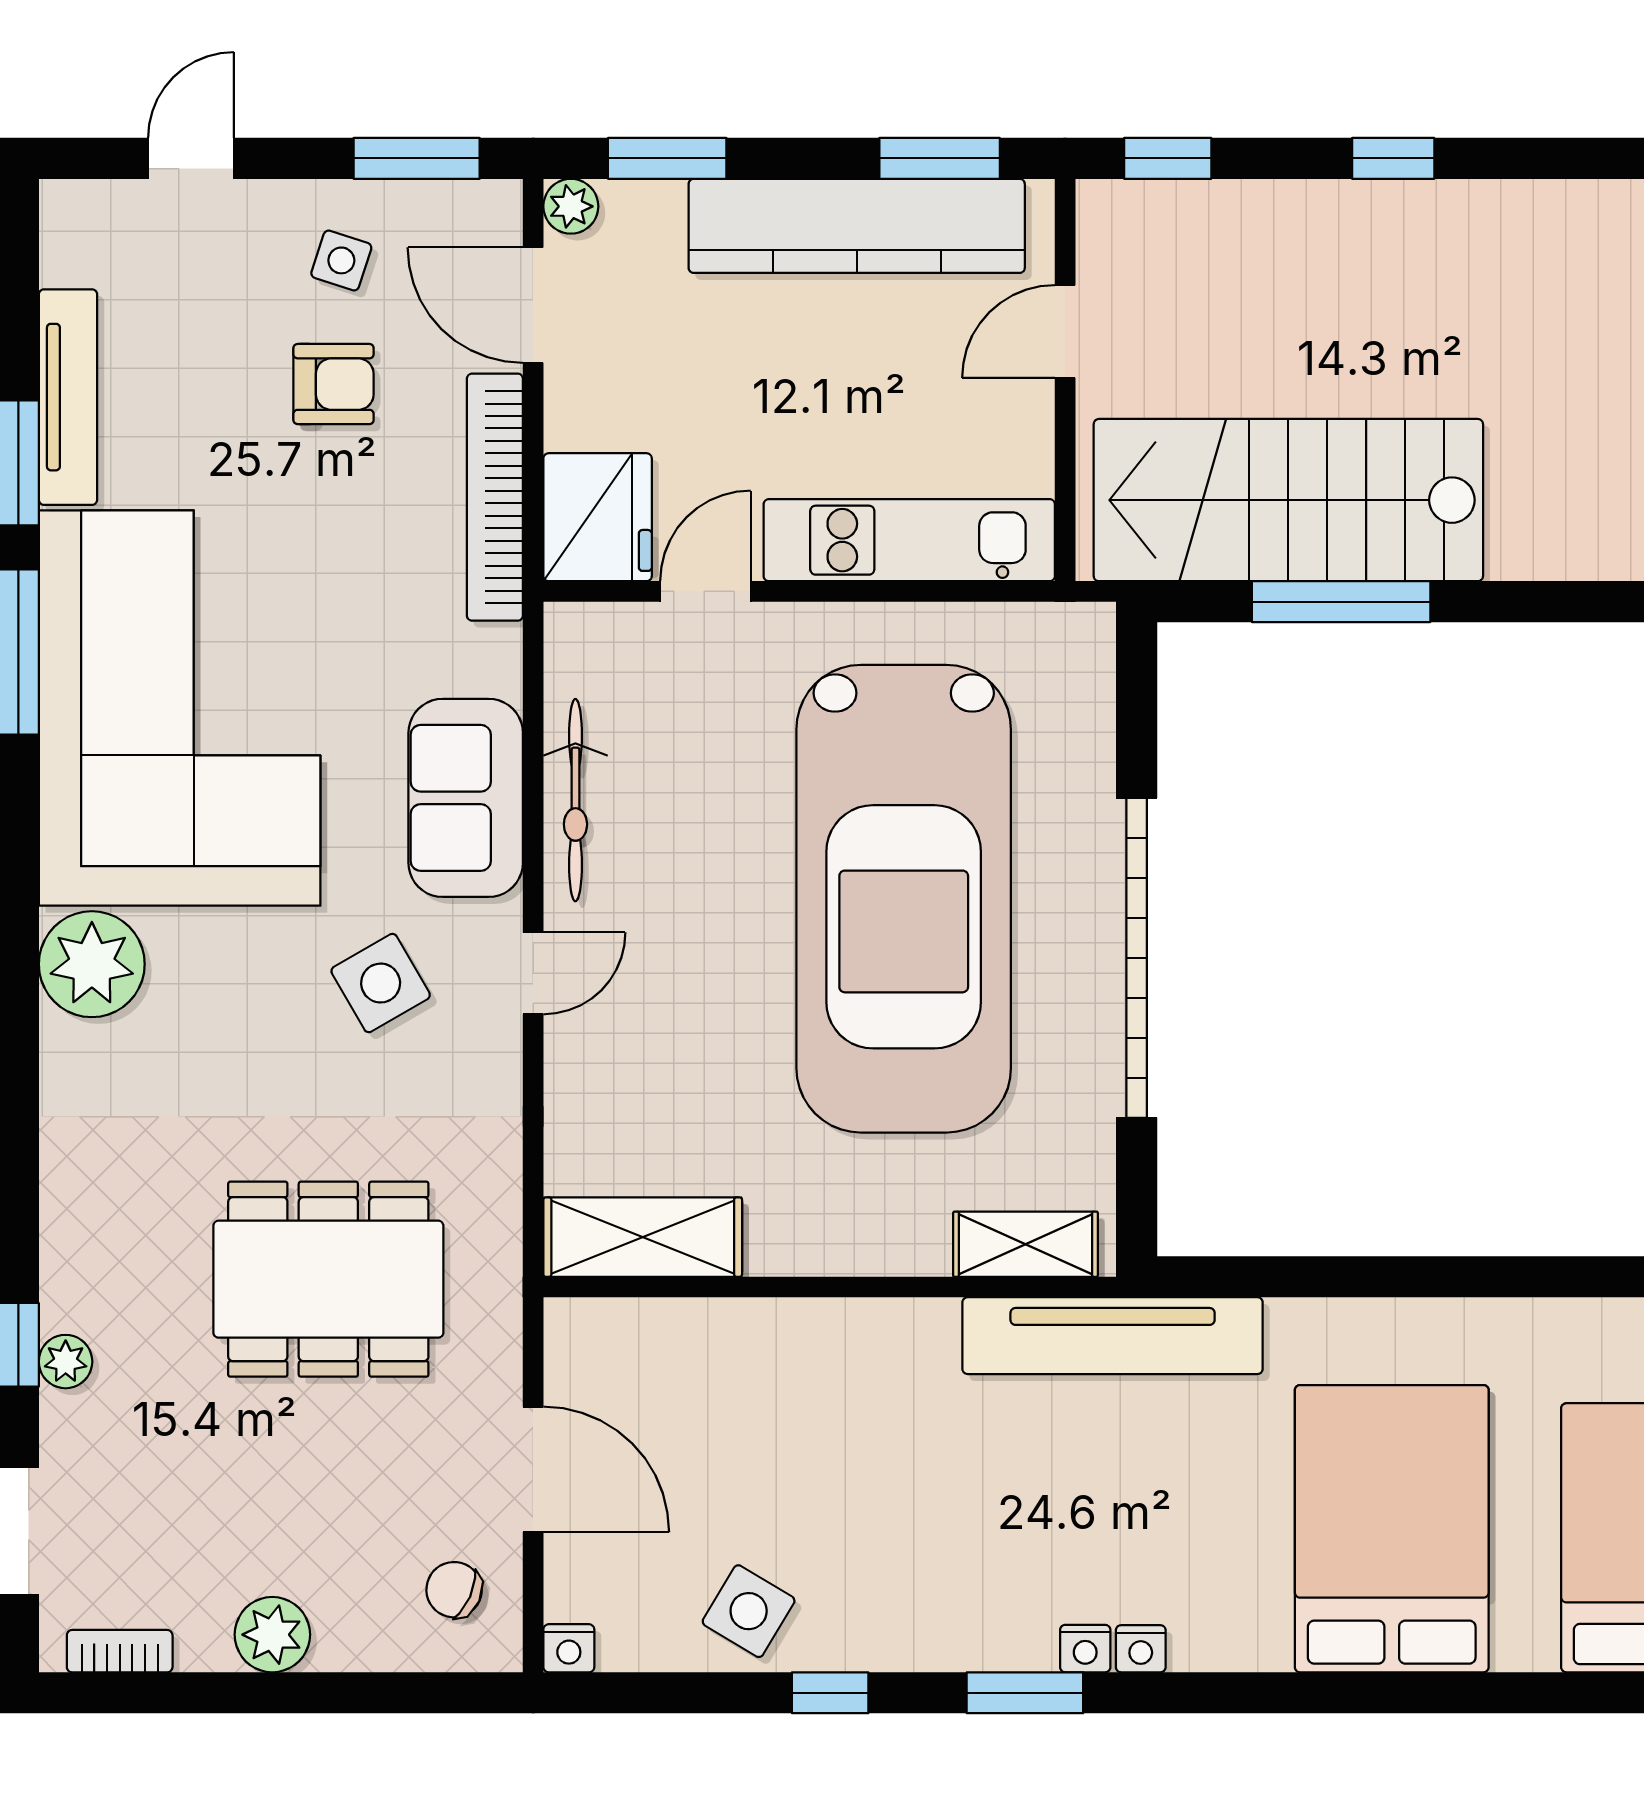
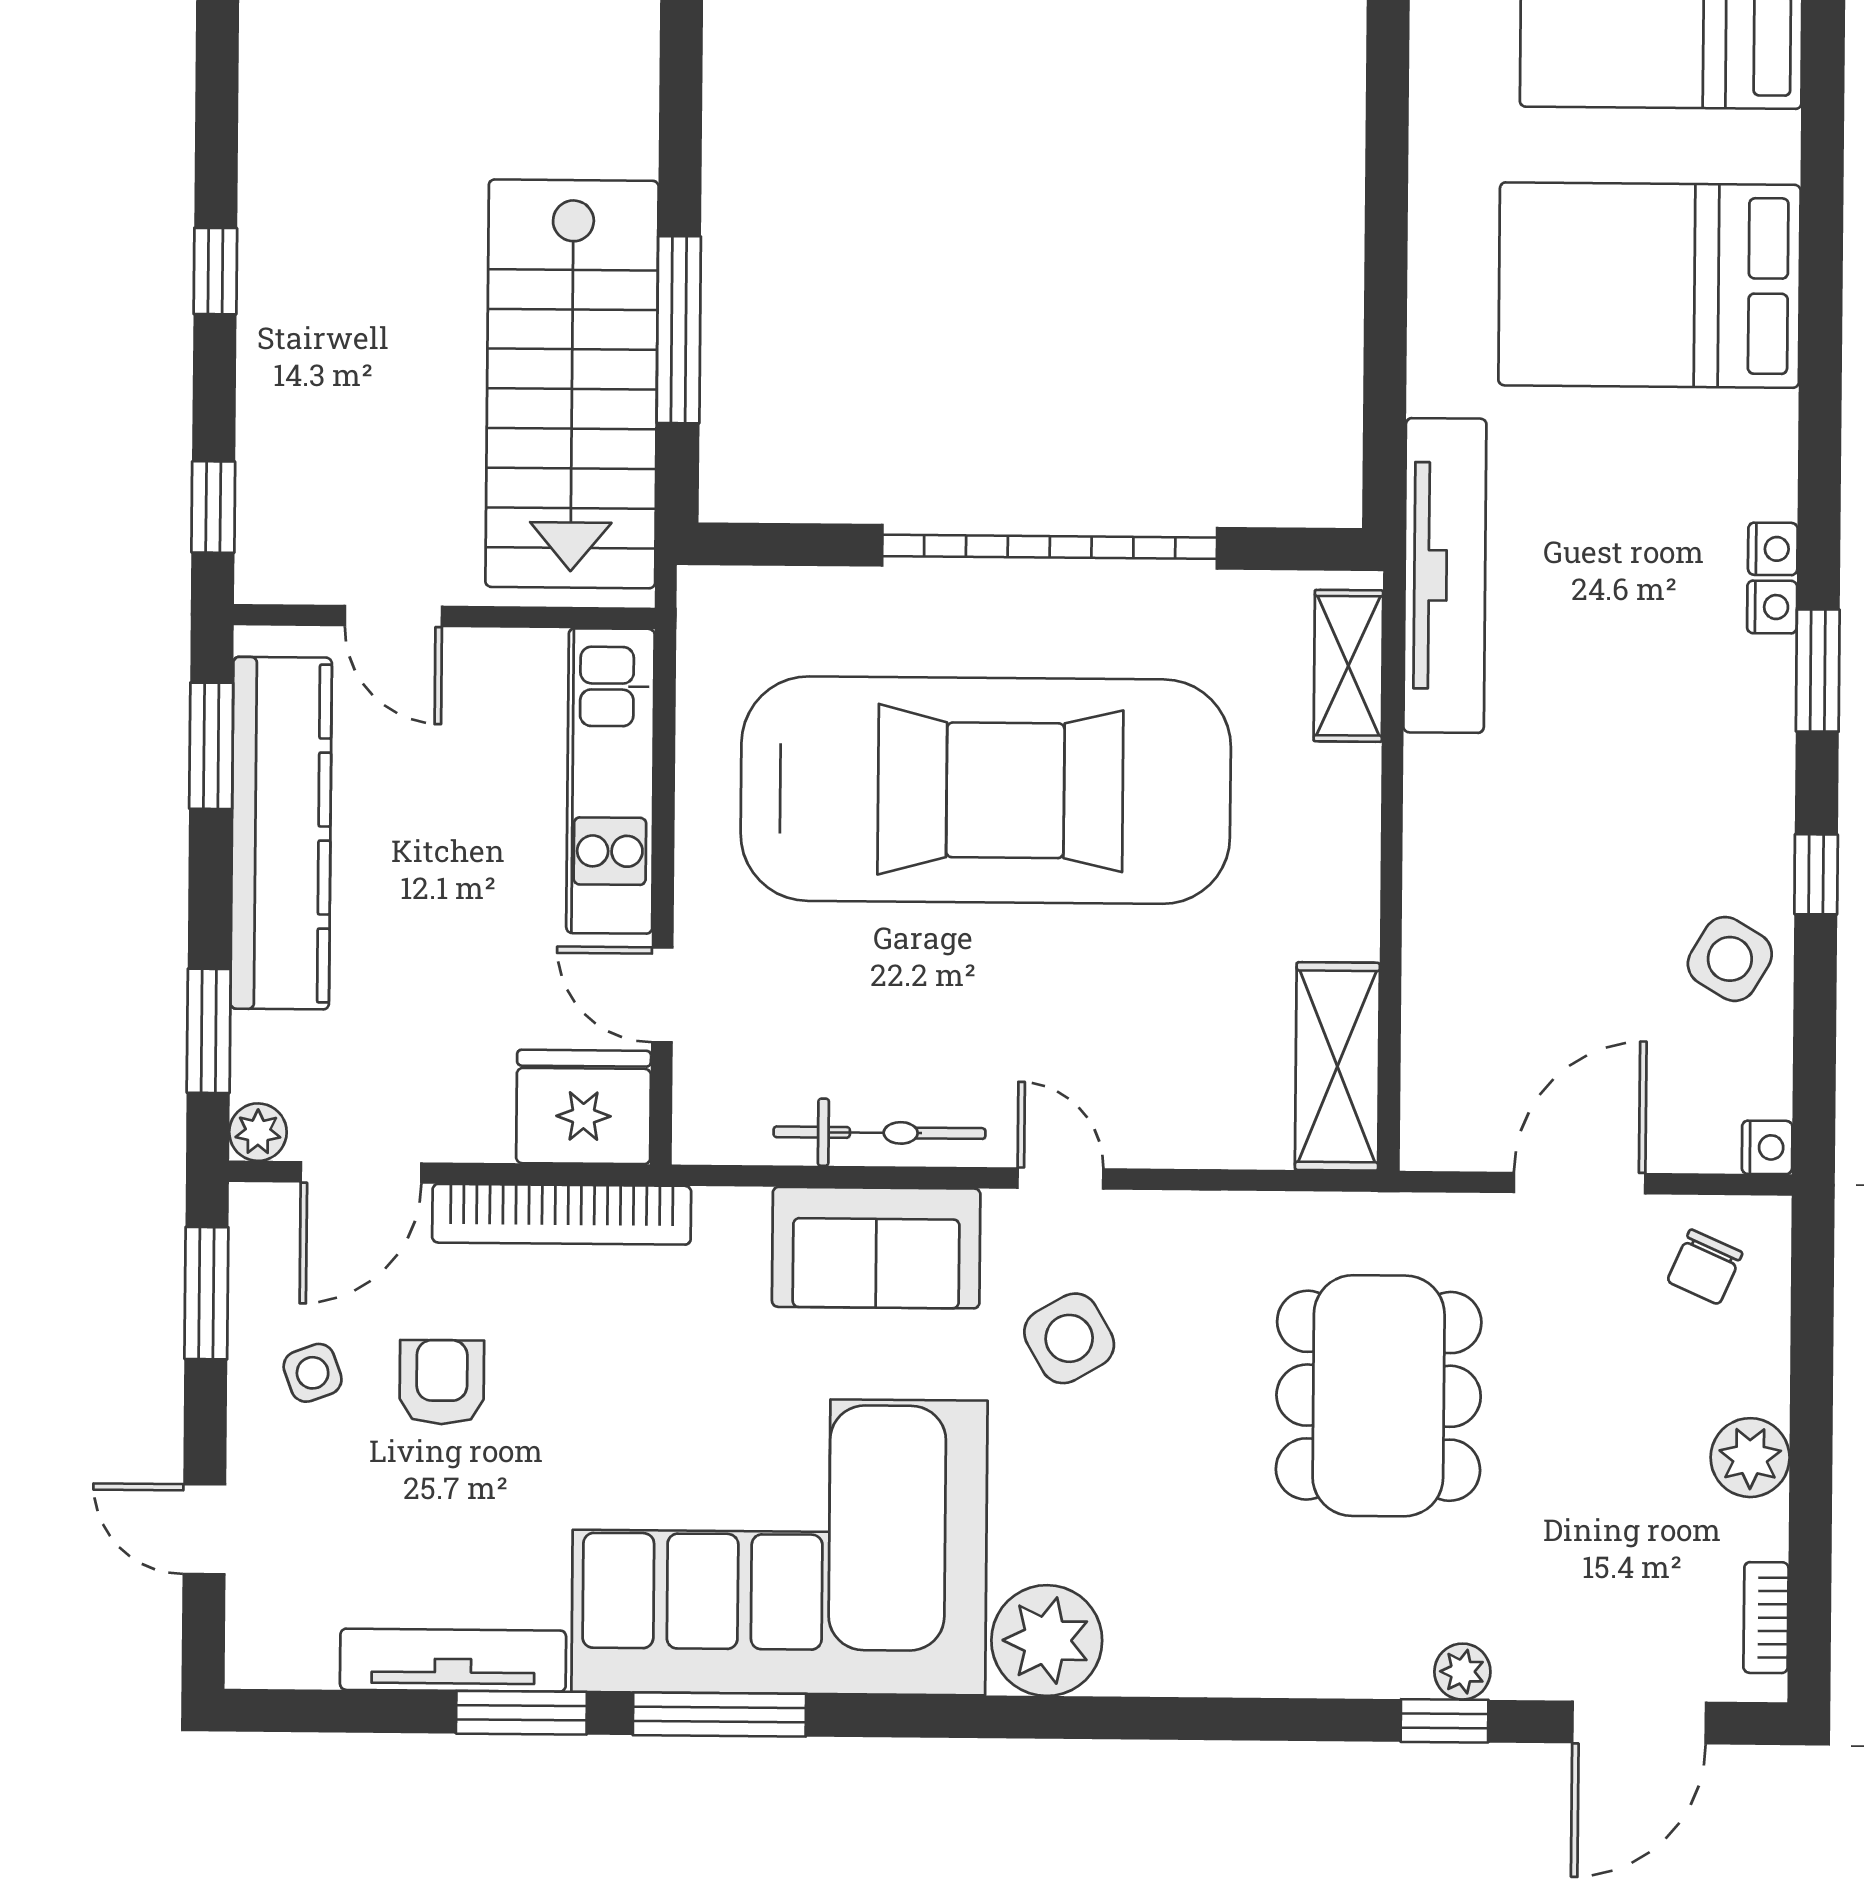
side table: (341, 260) -> (313, 1373), turned -38

